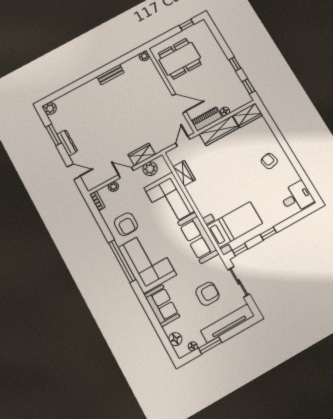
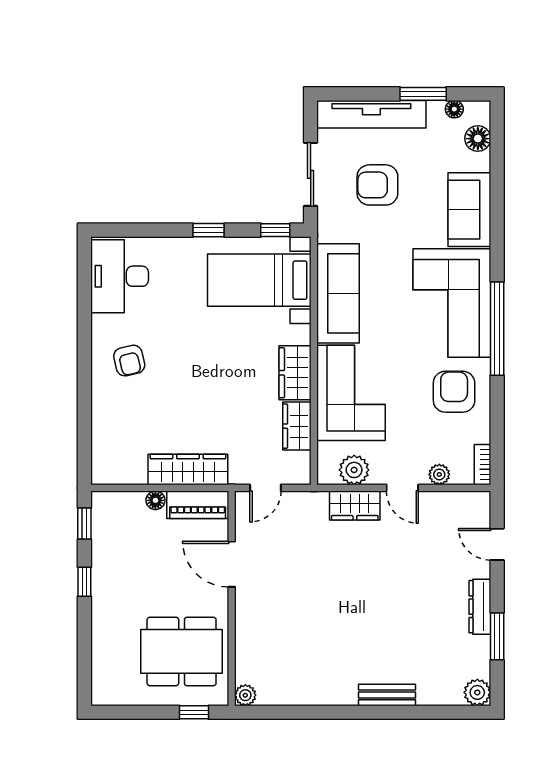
window: (187, 25) -> (194, 712), moved
bench: (110, 75) -> (387, 695), moved
wardrobe: (247, 115) -> (295, 373), moved, turned -90
desk: (297, 197) -> (120, 276), width x1.37

